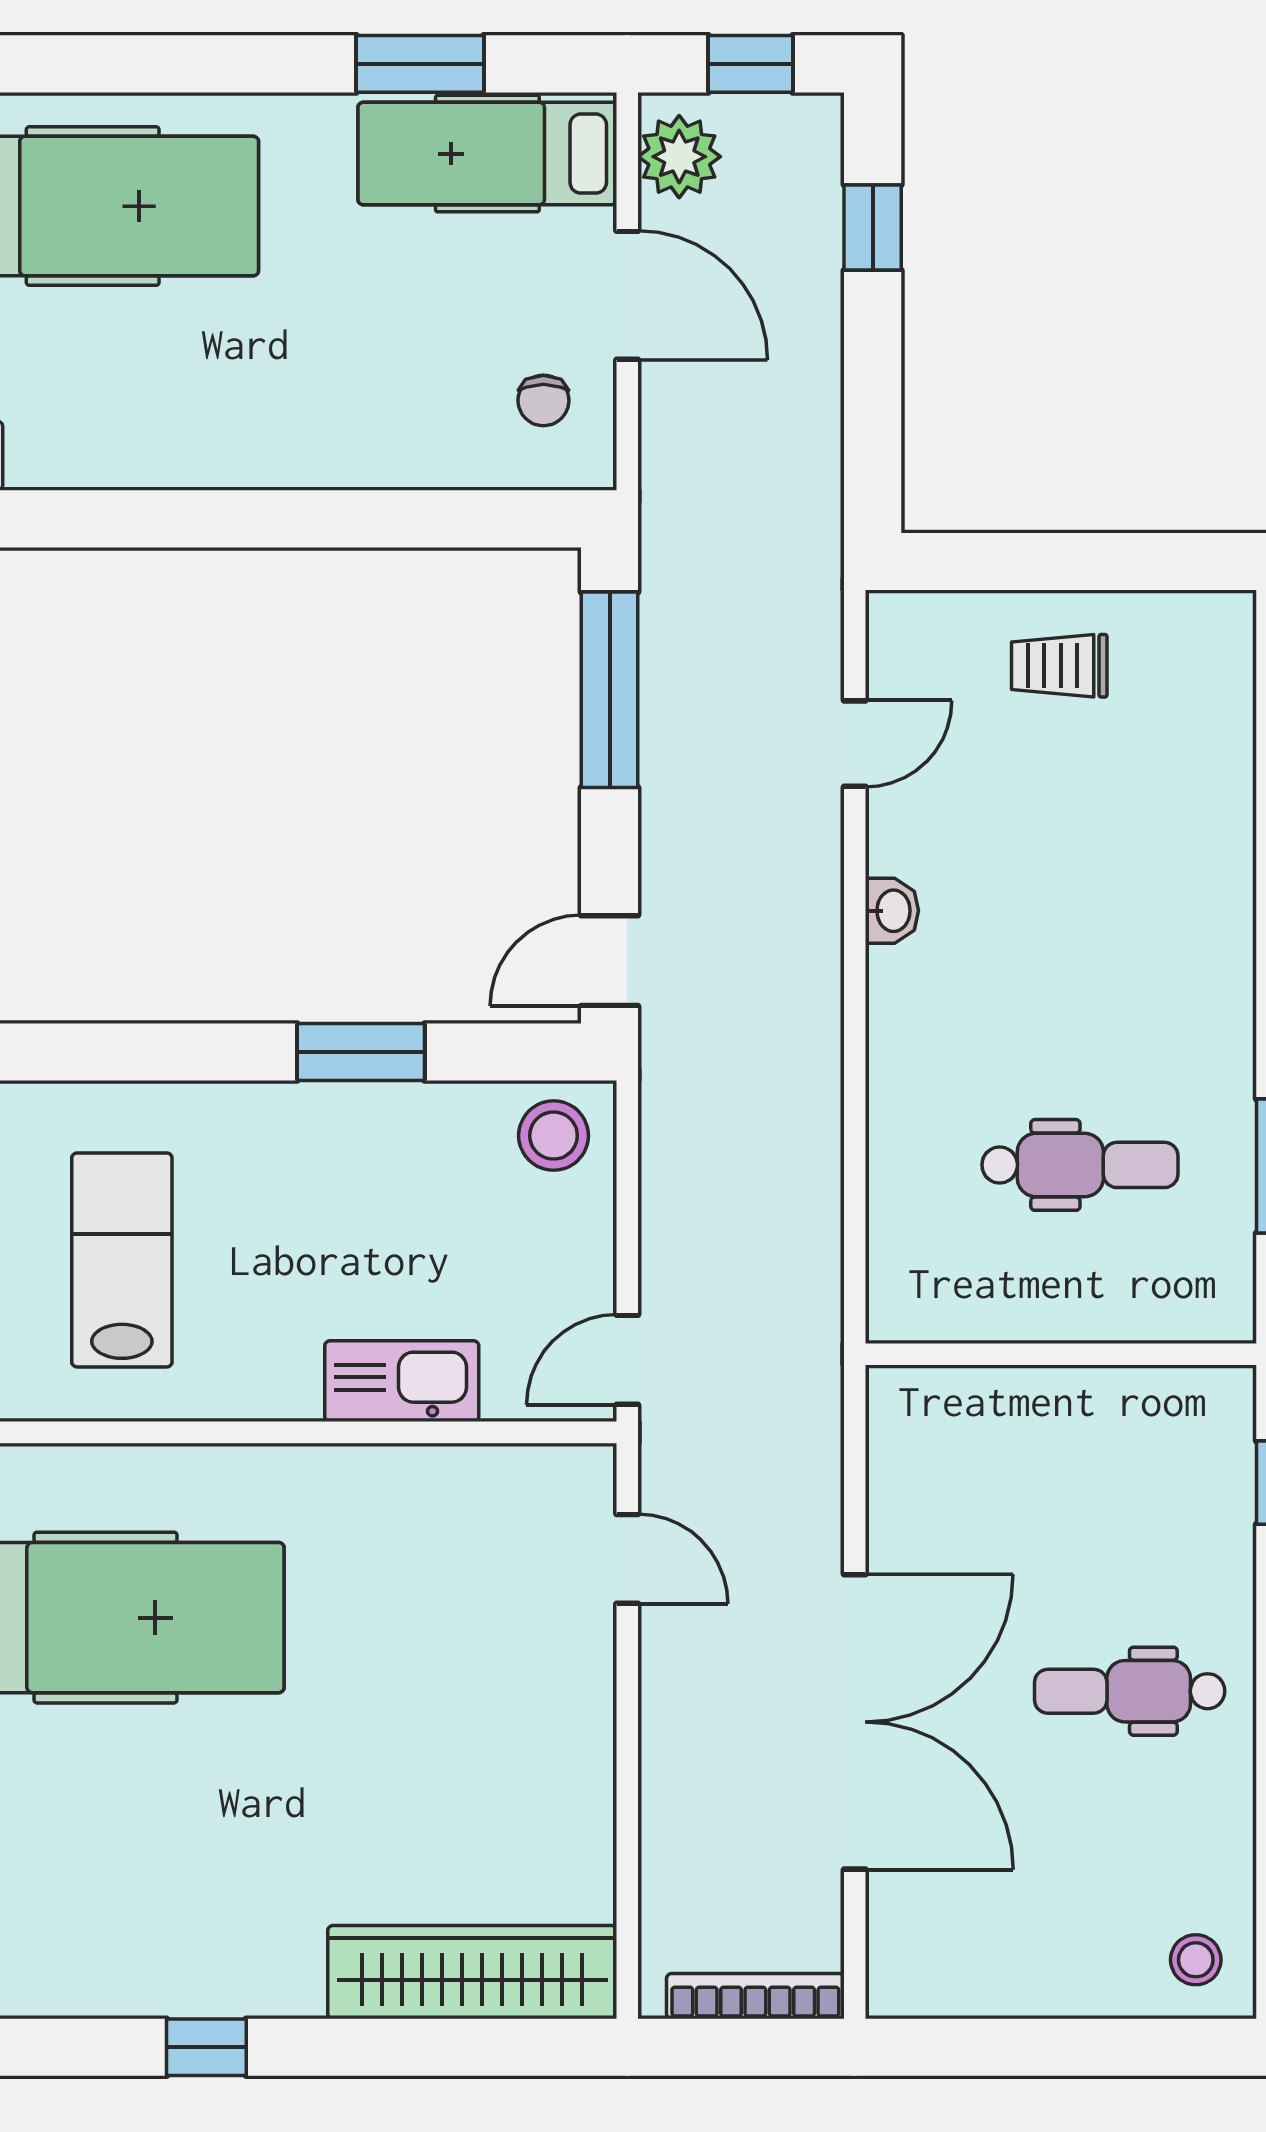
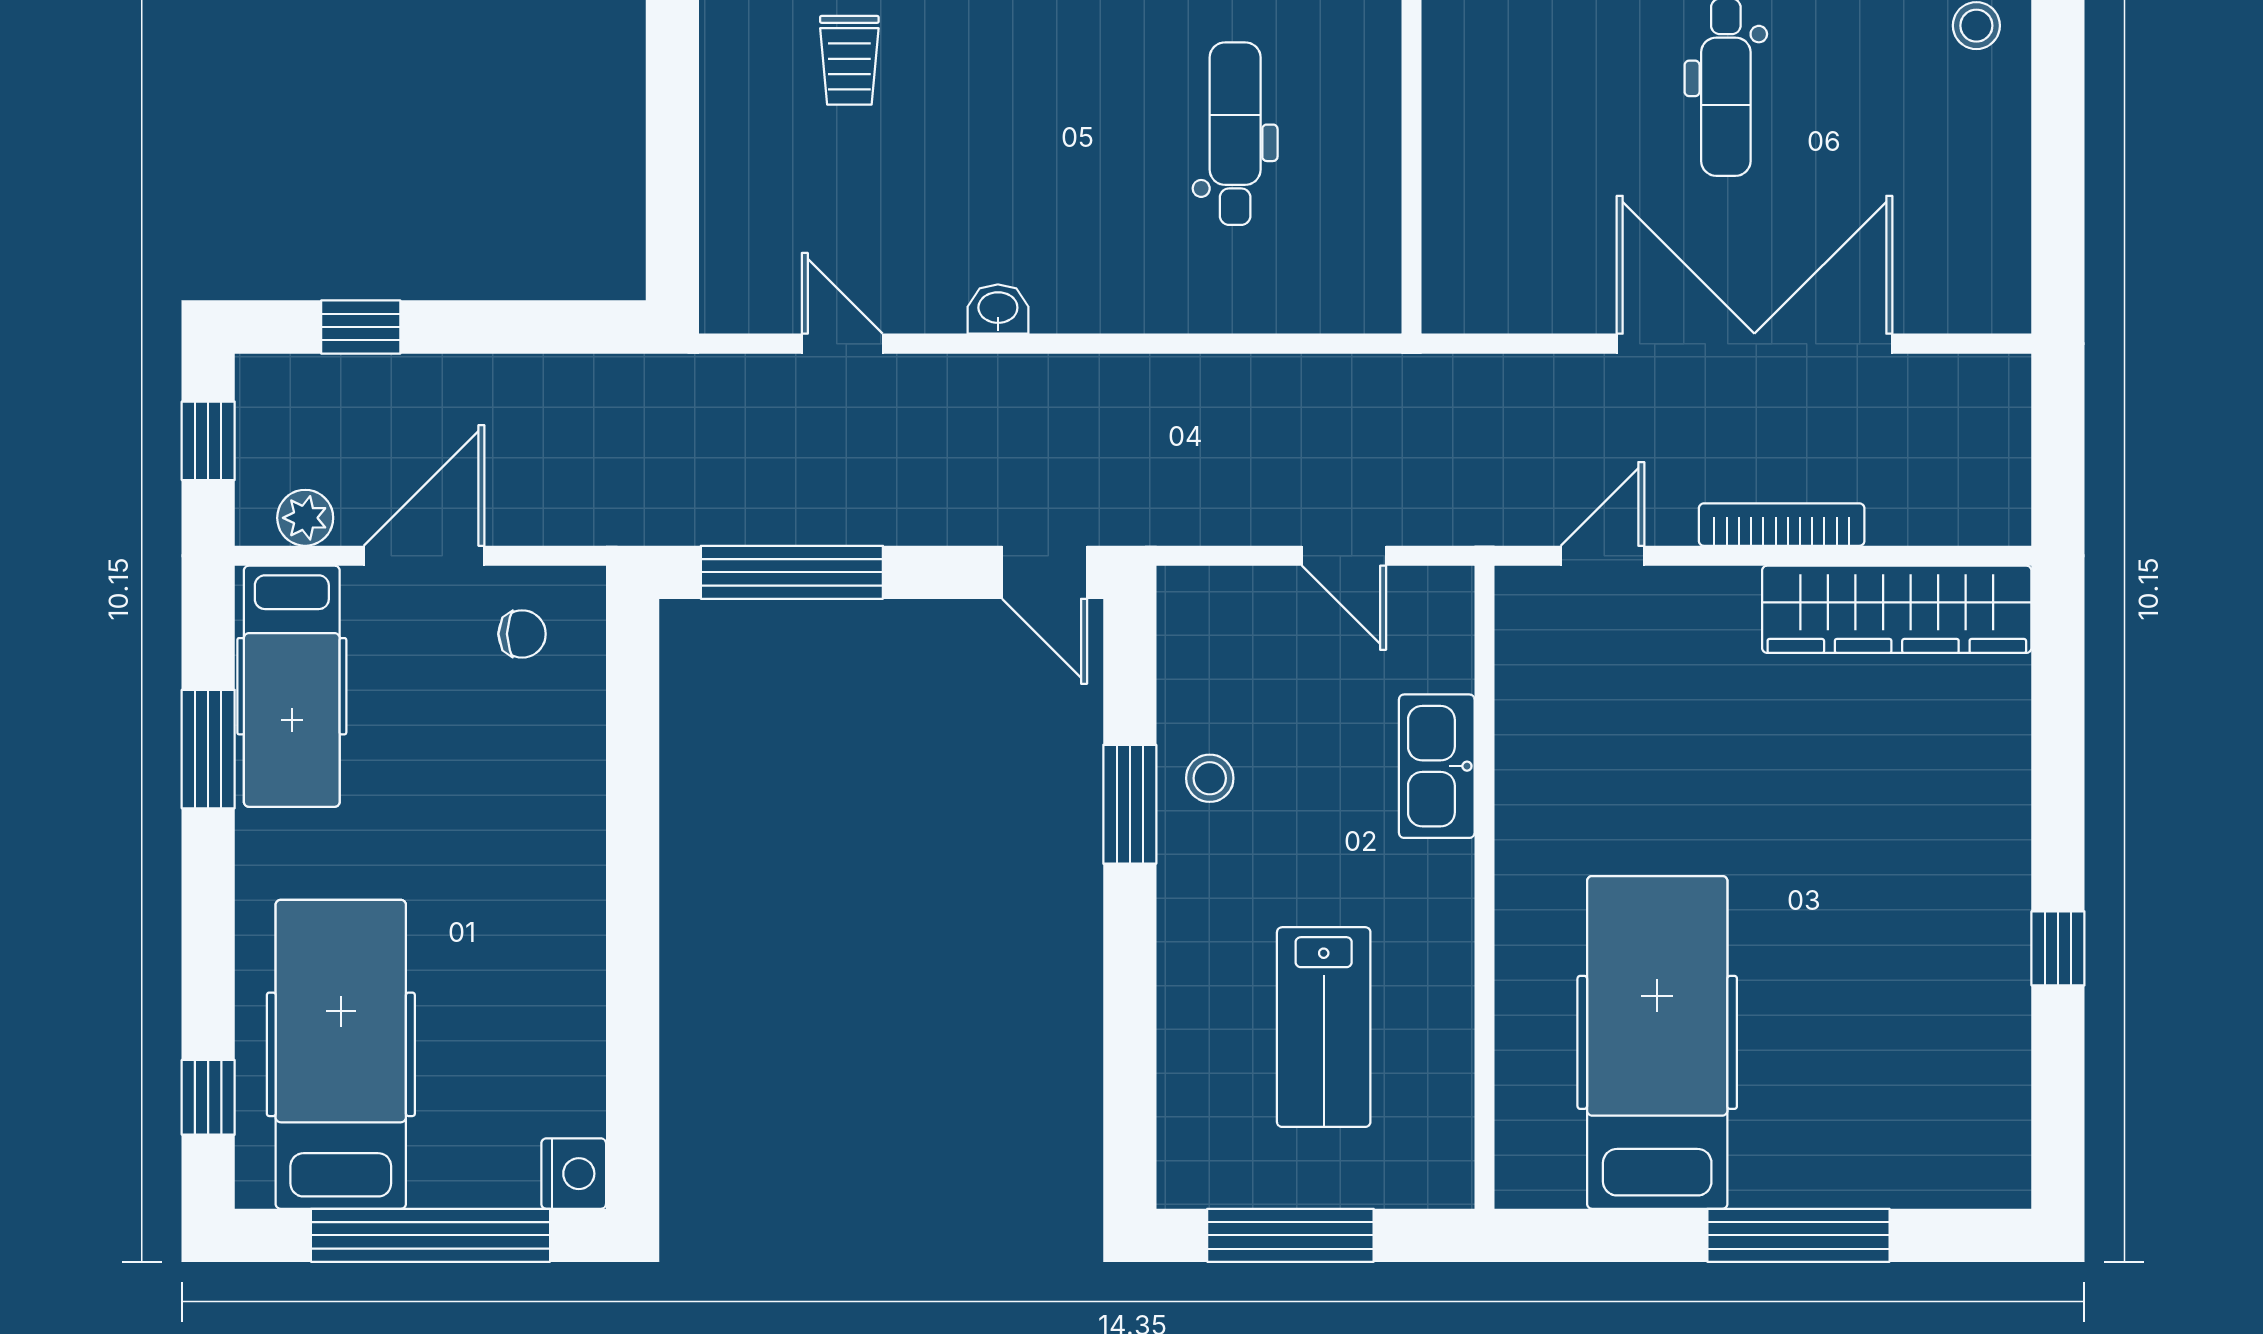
window: (47, 64) -> (208, 1097), added
plant: (679, 157) -> (305, 518), width x0.73, depth x0.73
trolley: (1059, 666) -> (849, 60), moved
stool: (554, 1136) -> (1210, 778), moved, width x0.73, depth x0.73
lab bench: (122, 1260) -> (1324, 1027), turned -90
door: (627, 1360) -> (1344, 556), moved
wardrobe: (472, 1972) -> (1897, 609), moved, turned -90
bookcase: (755, 1996) -> (1782, 525), moved, turned 90

